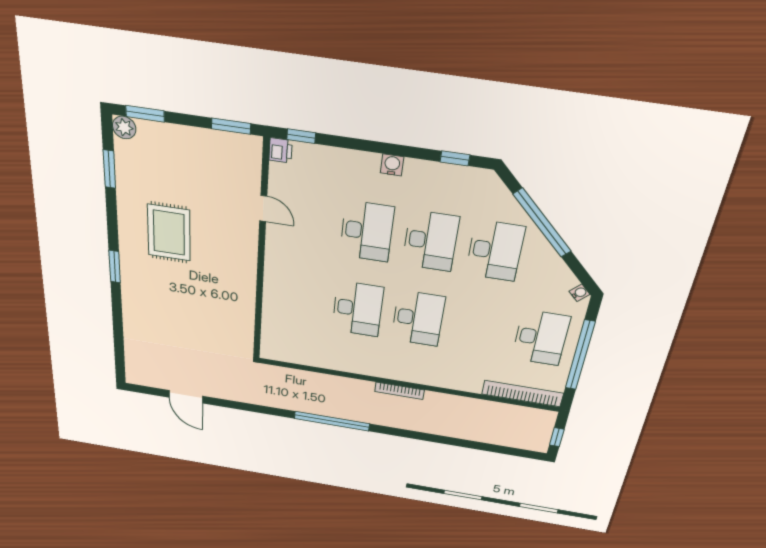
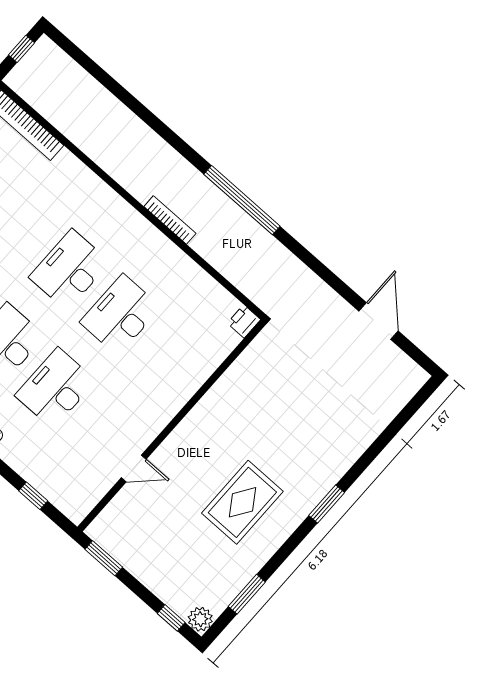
window: (145, 114) -> (171, 618), width x0.67
window: (301, 136) -> (33, 496), moved
printer: (281, 150) -> (244, 321), moved
door: (263, 209) -> (134, 468), swing flipped
bookcase: (400, 391) -> (170, 220), moved

